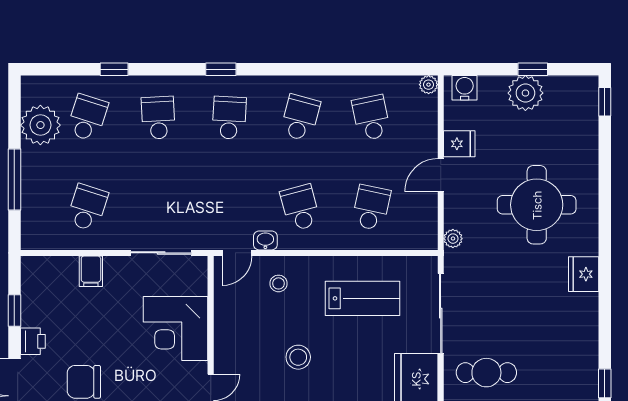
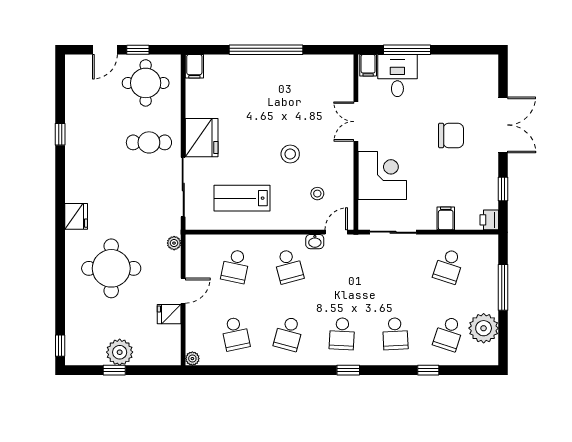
water cooler: (465, 88) -> (165, 356), removed
stool: (278, 283) -> (317, 194), moved
printer: (33, 341) -> (489, 220), moved

